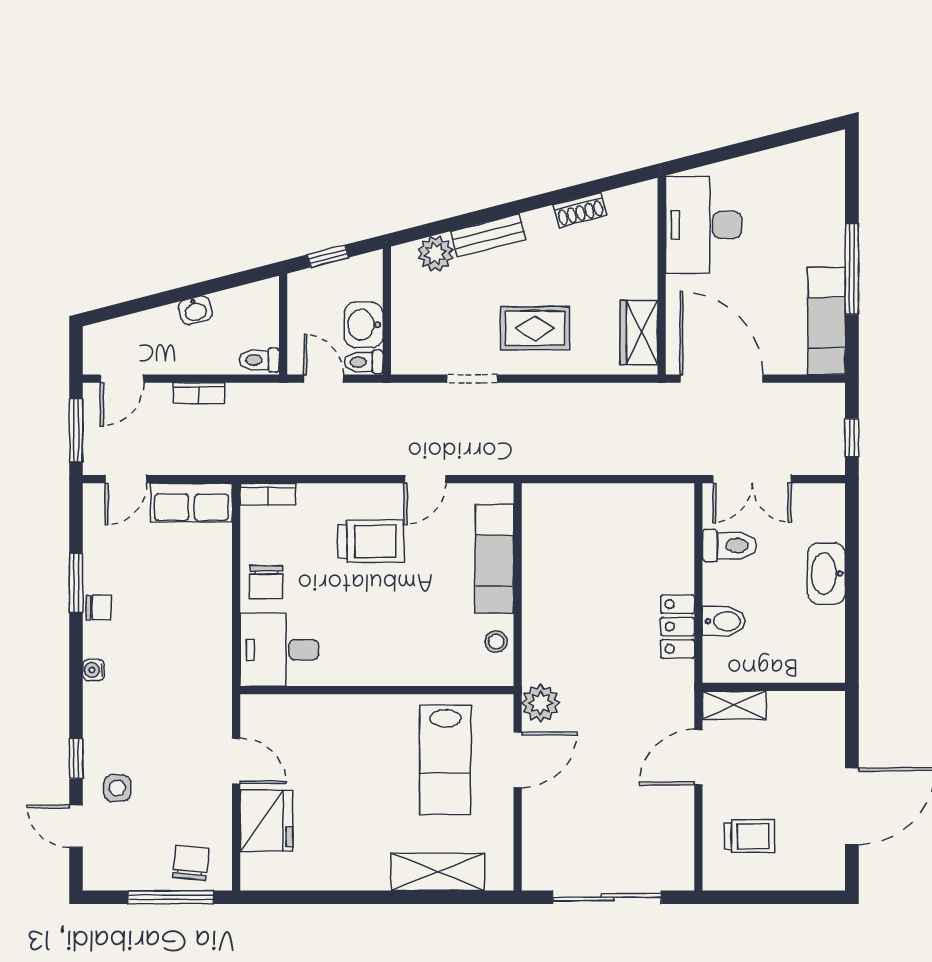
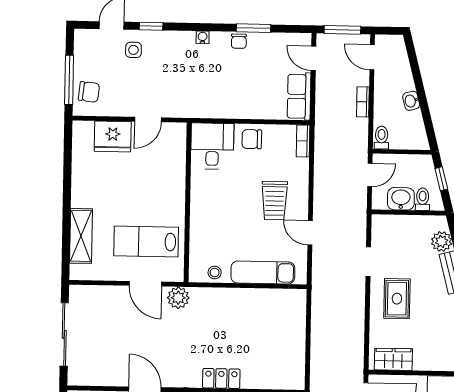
toilet: (364, 362) -> (423, 199), moved

